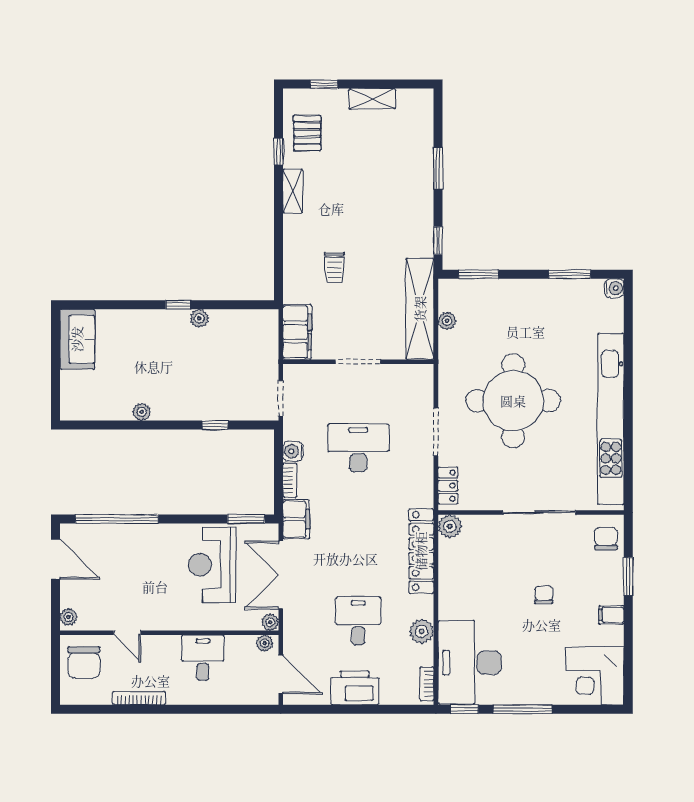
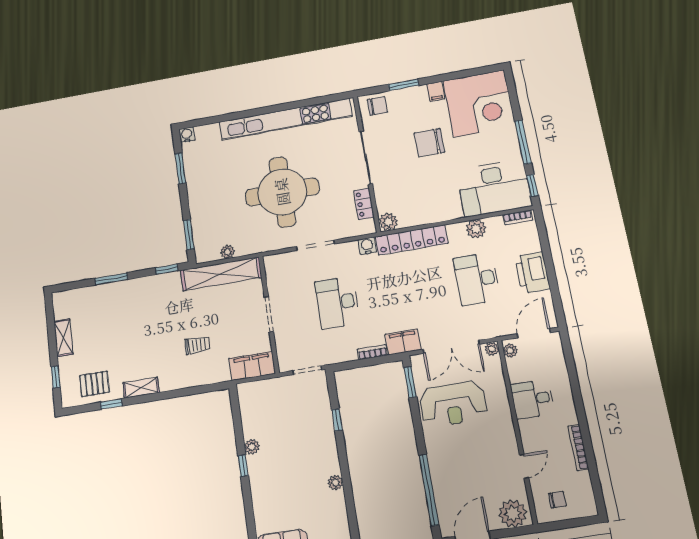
water cooler: (293, 451) -> (367, 246), moved, turned 180
locker: (448, 486) -> (364, 204), moved, turned -90
chair: (606, 539) -> (377, 106), turned 180
chair: (544, 595) -> (429, 143), width x1.87, depth x1.87
plant: (68, 617) -> (513, 514), width x1.87, depth x1.87
desk: (358, 621) -> (477, 279), width x1.37
chair: (84, 662) -> (557, 500), width x0.54, depth x0.54
corner desk: (595, 676) -> (479, 103), width x1.36, depth x1.36

